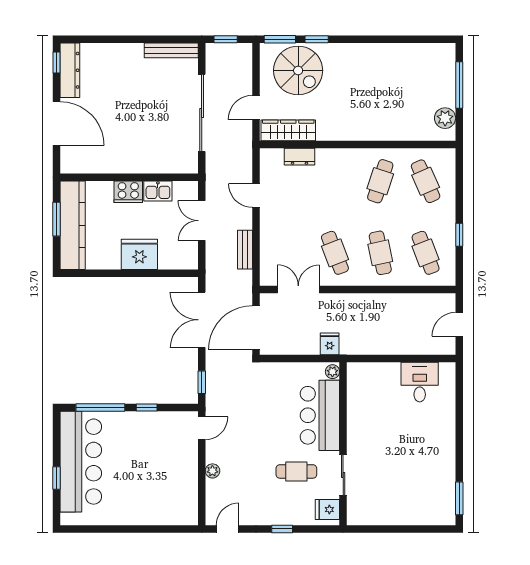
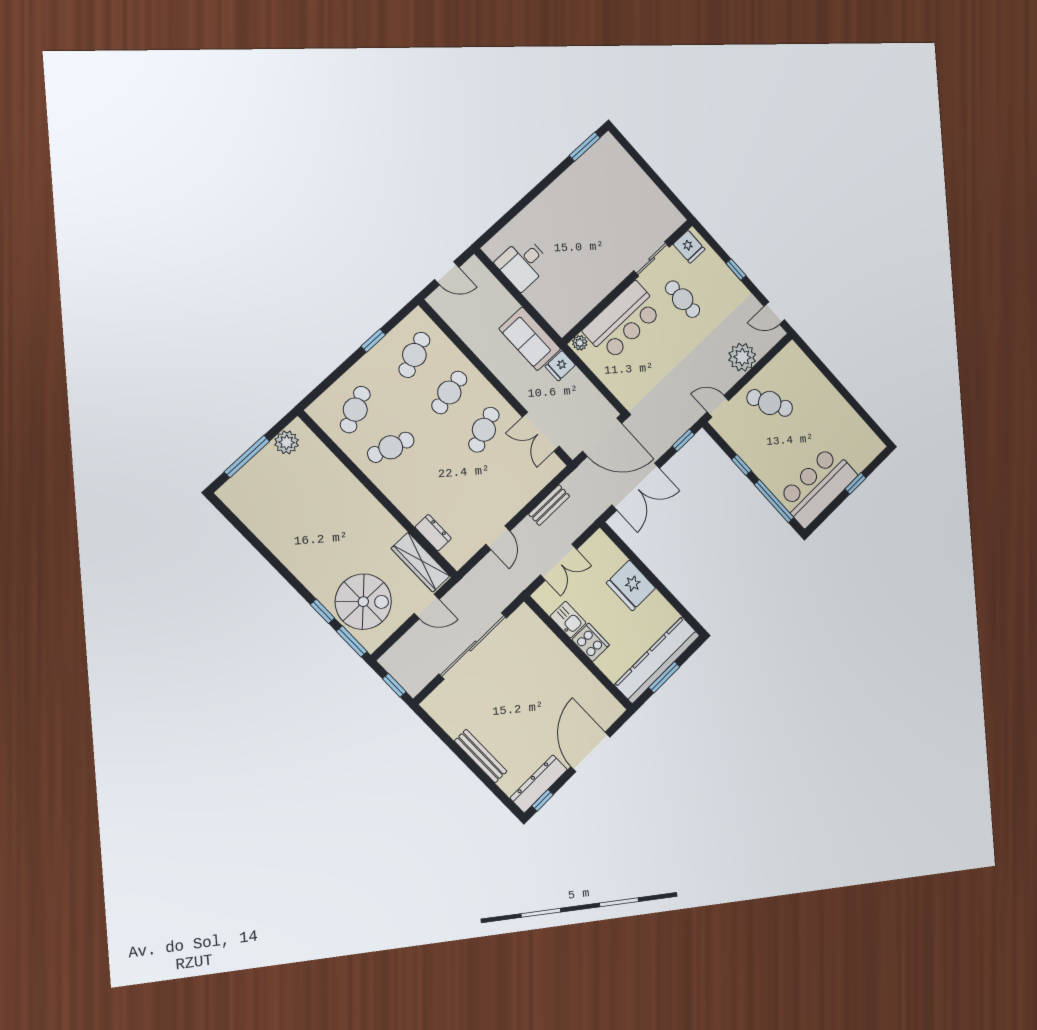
bench: (171, 50) -> (481, 756), moved
spiral stairs: (298, 70) -> (363, 602), turned 90
sofa: (366, 340) -> (530, 339), added
bar counter: (81, 462) -> (817, 486), width x0.73
cafe table: (170, 468) -> (770, 403), added
plant: (212, 471) -> (742, 357), width x1.87, depth x1.87

